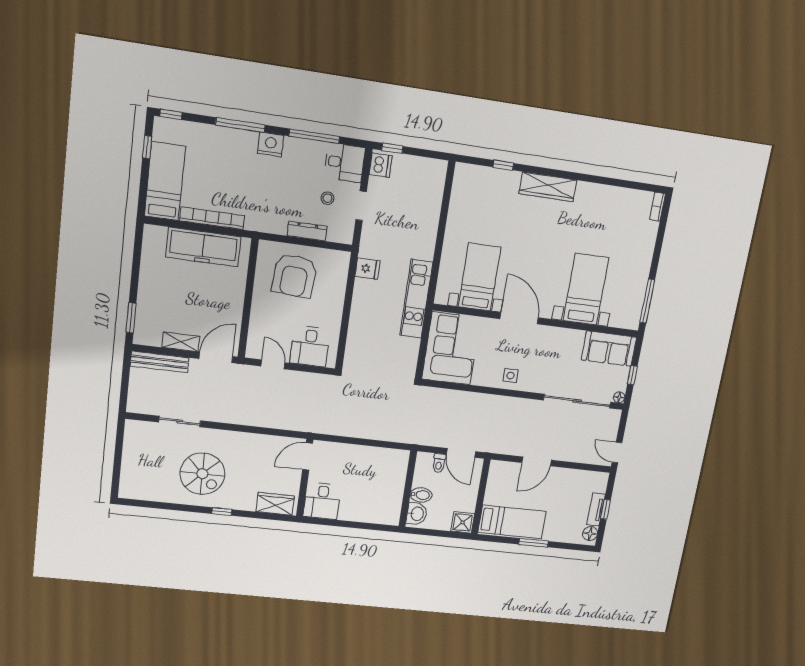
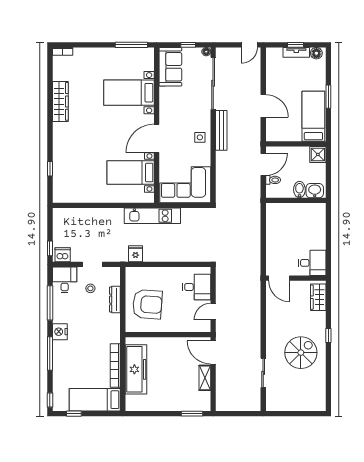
wardrobe: (548, 187) -> (60, 101), moved
bench: (160, 362) -> (221, 130), moved

